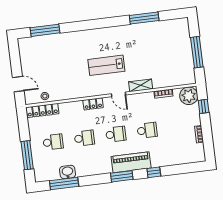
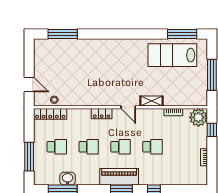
window: (144, 18) -> (182, 34), moved
lab bench: (106, 65) -> (172, 55), moved, width x1.36, depth x1.39
piano: (131, 162) -> (119, 177), moved

